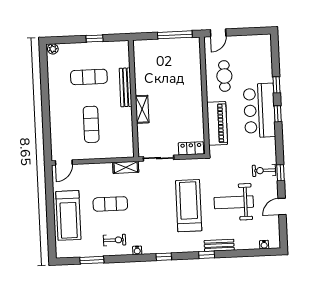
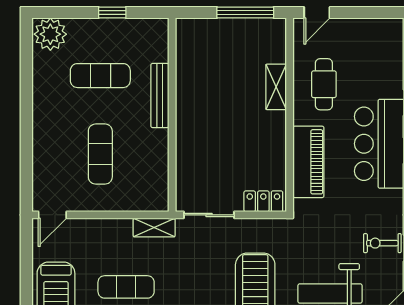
plant: (53, 49) -> (50, 34), width x1.87, depth x1.87
shelving: (142, 109) -> (276, 87), moved

